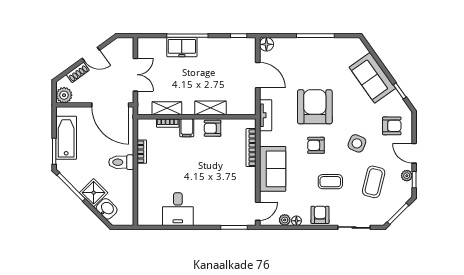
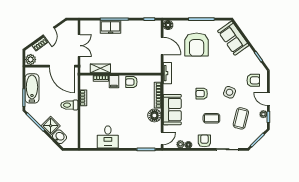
door: (91, 54) -> (49, 32), hinge flipped
sofa: (372, 78) -> (233, 38), moved
armchair: (315, 107) -> (197, 45), moved, turned 180
shelving: (210, 108) -> (130, 68), removed
floor lamp: (246, 178) -> (154, 115), added

